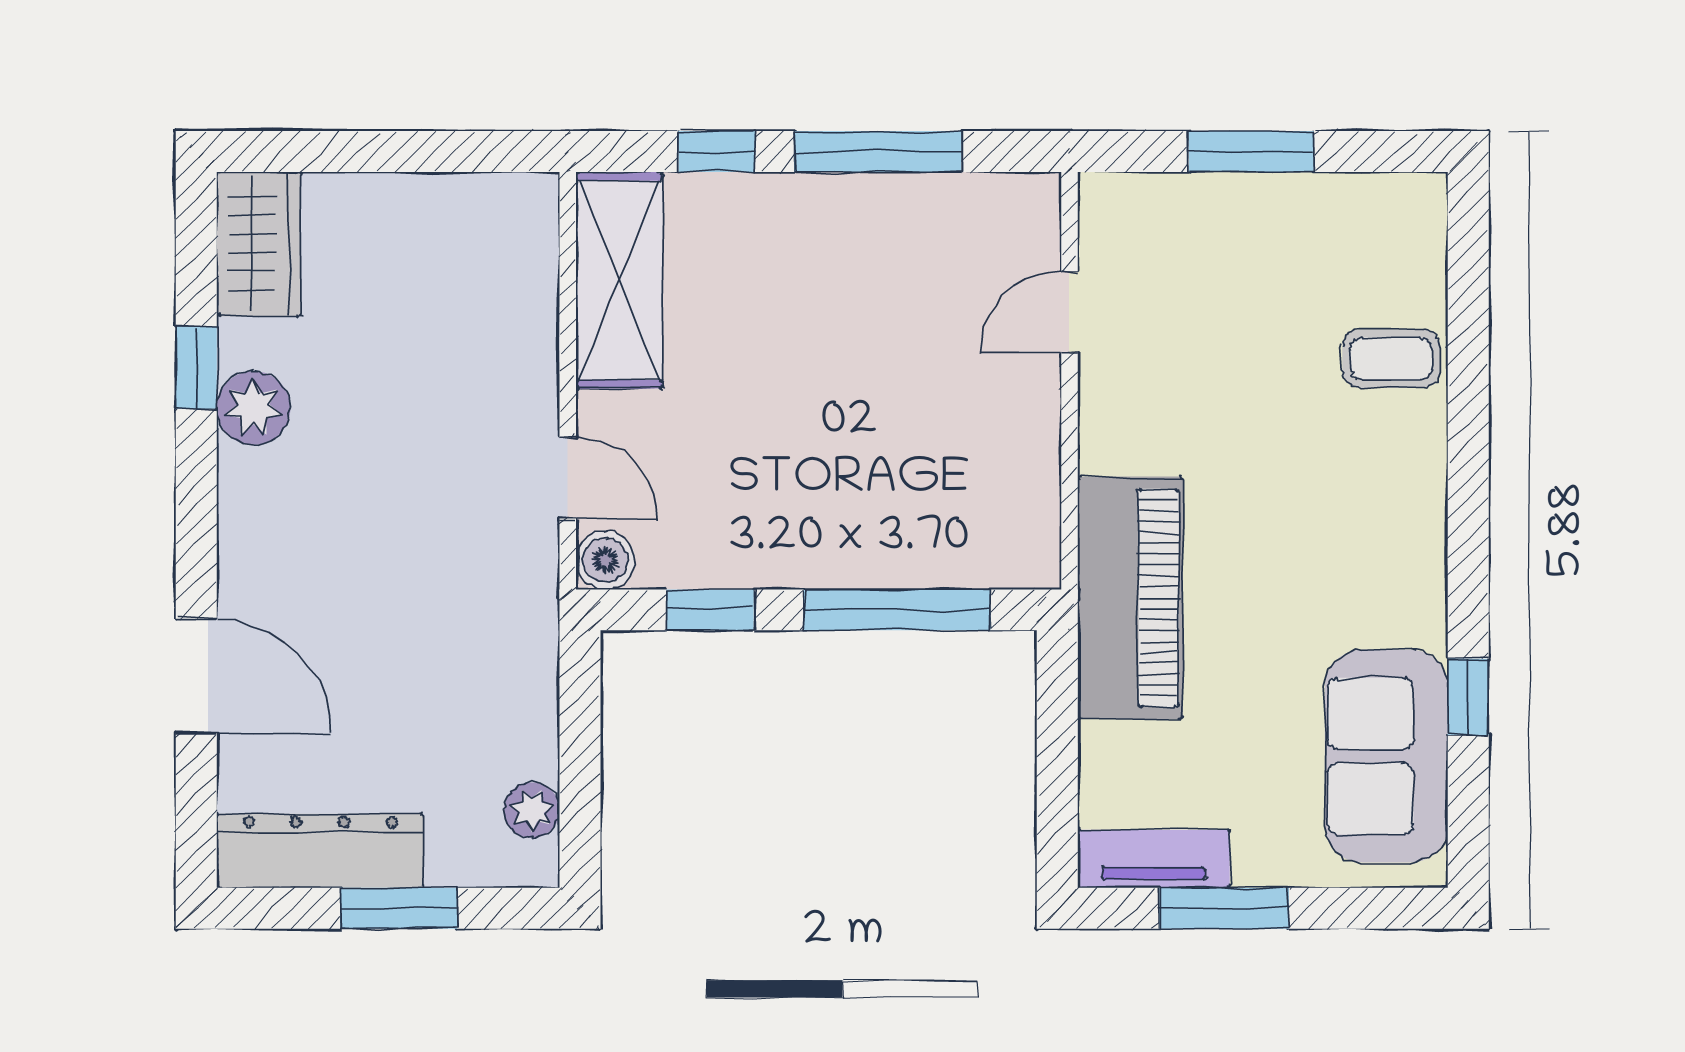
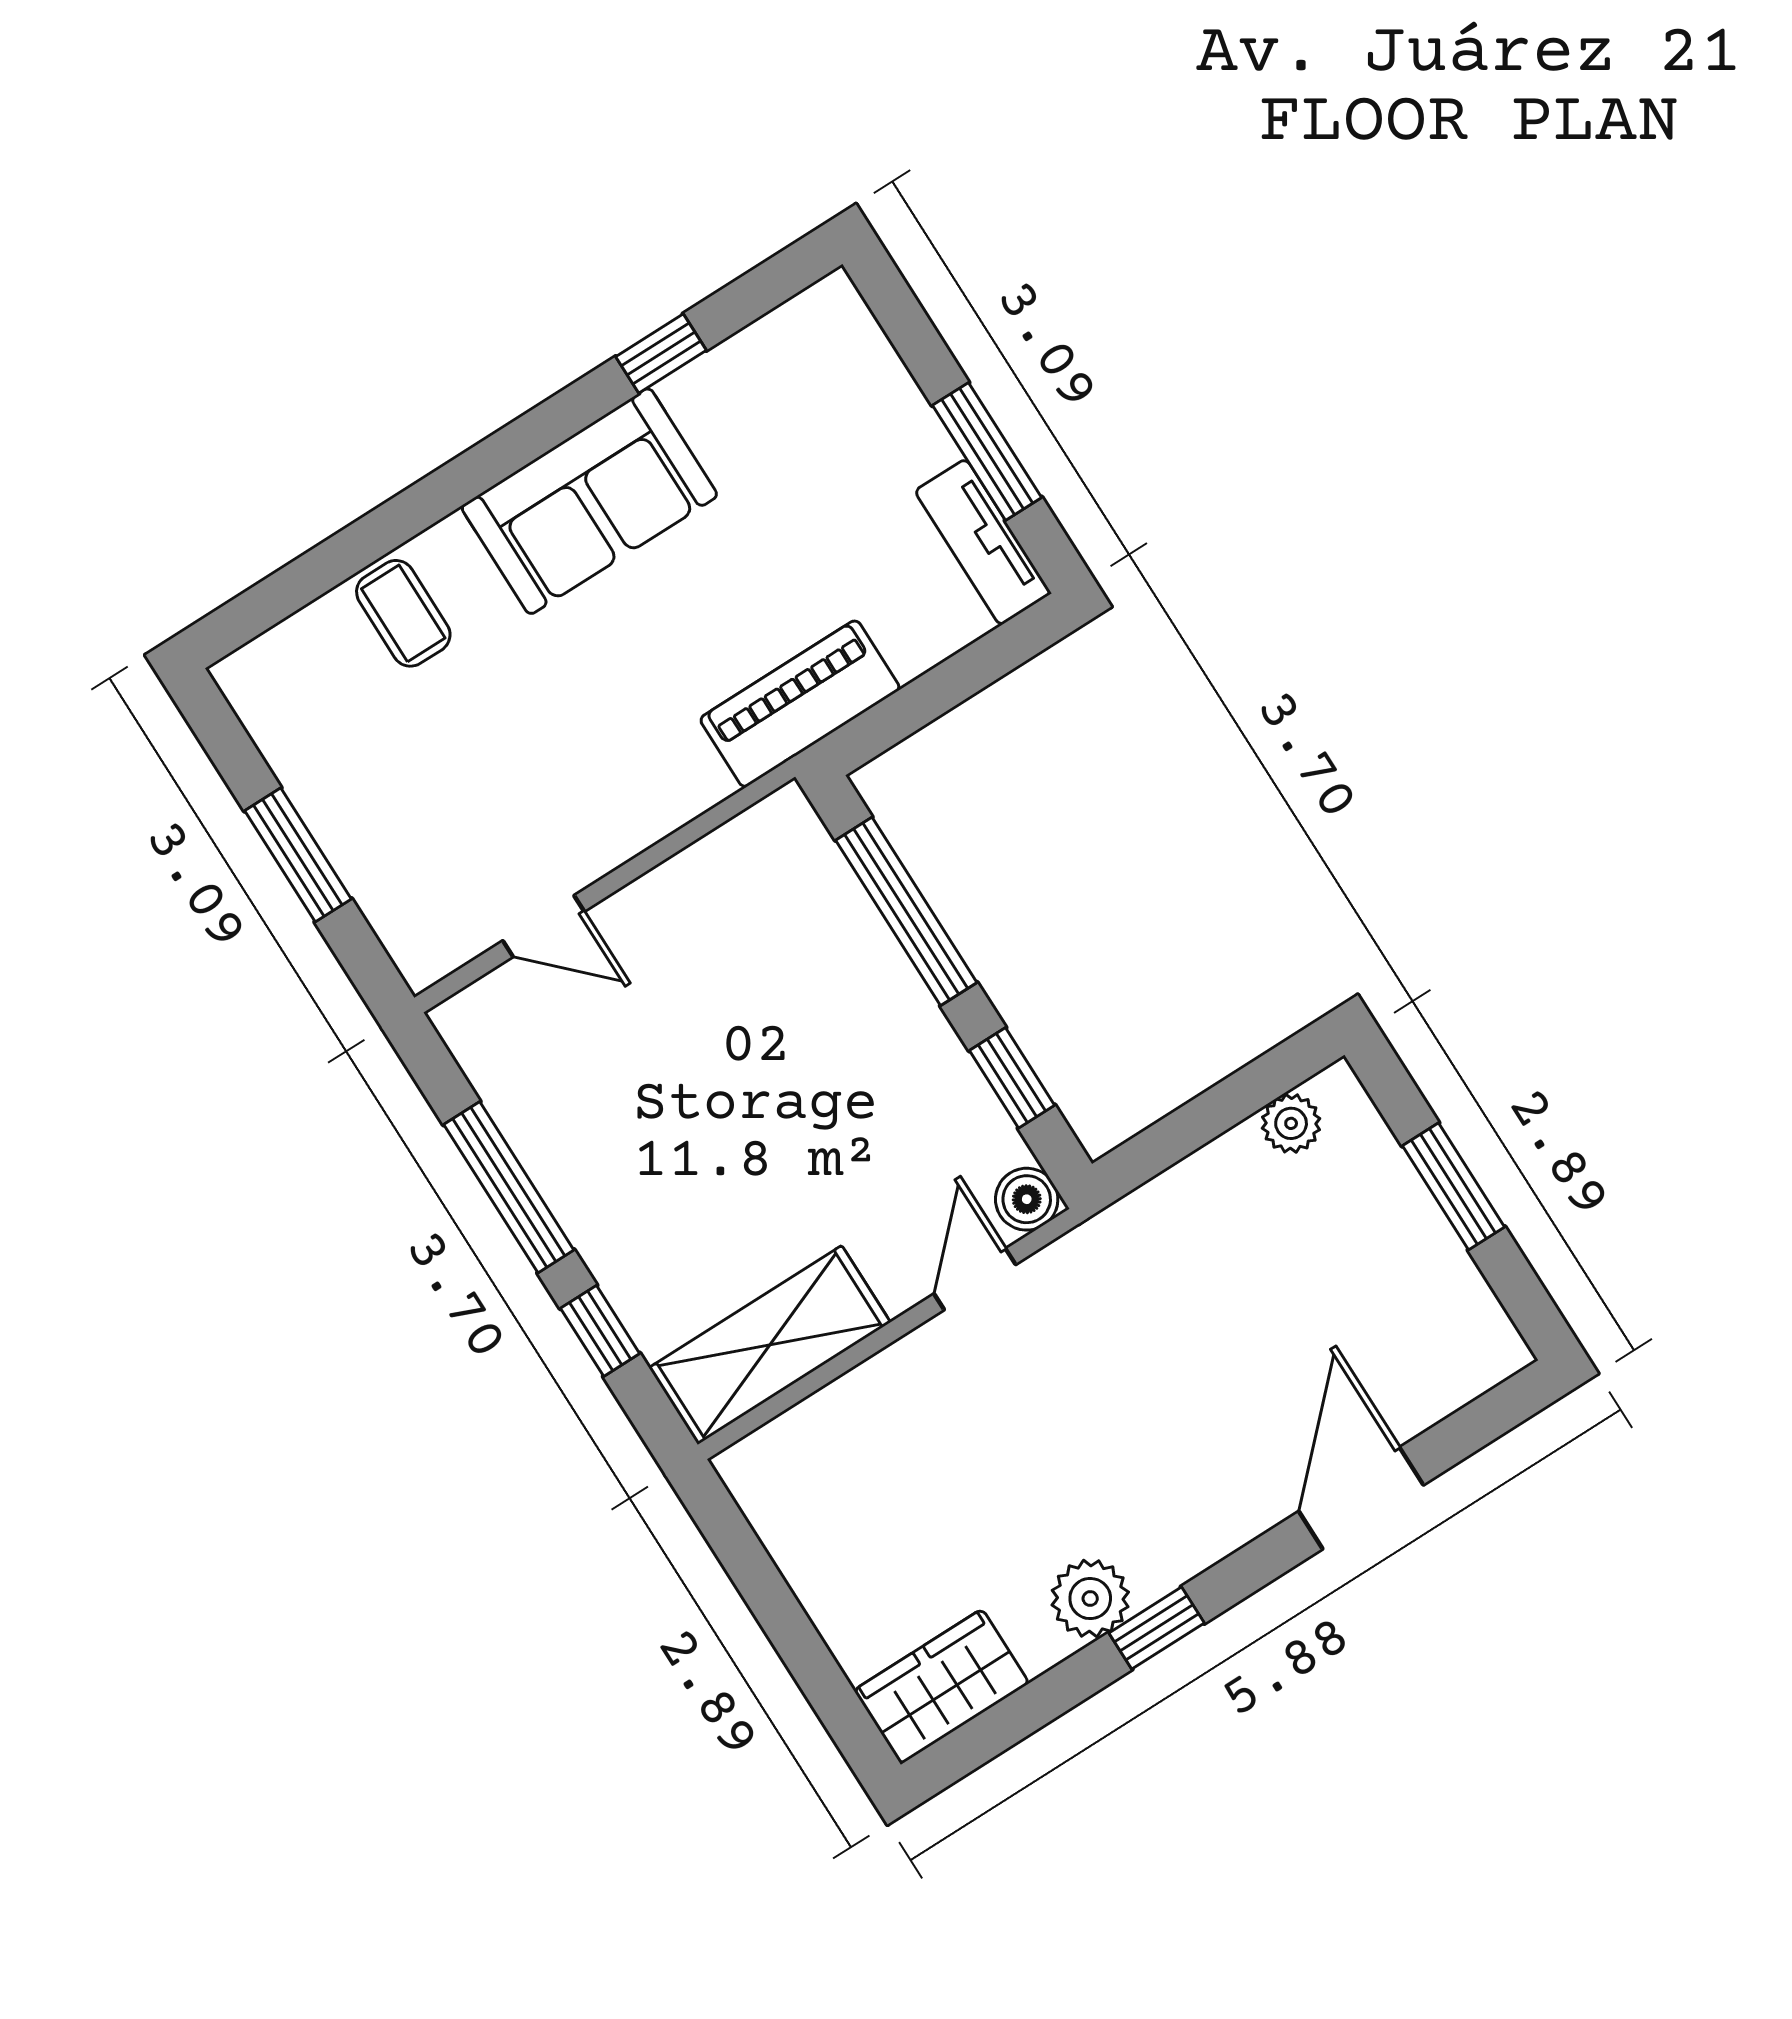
window: (196, 368) -> (1157, 1628), moved
piano: (1130, 598) -> (800, 704), width x0.73, depth x0.75
sofa: (1386, 756) -> (589, 501), moved
dresser: (320, 851) -> (1447, 1289), removed

